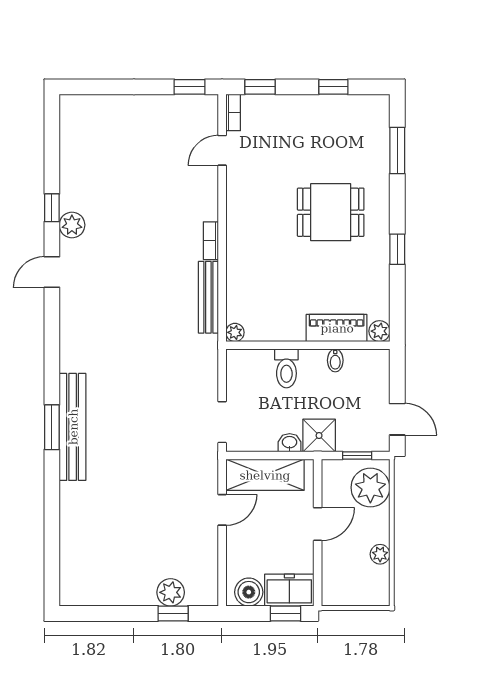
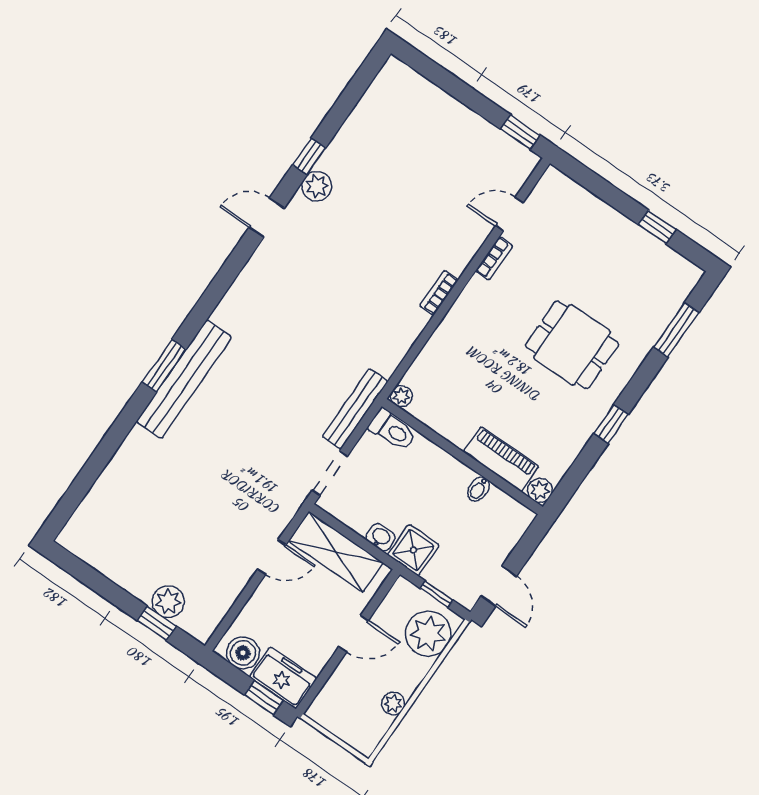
window: (260, 87) -> (587, 179), removed
bookcase: (233, 112) -> (494, 258), moved
bench: (208, 297) -> (355, 409), moved
toilet: (286, 368) -> (392, 430), moved, turned -90

